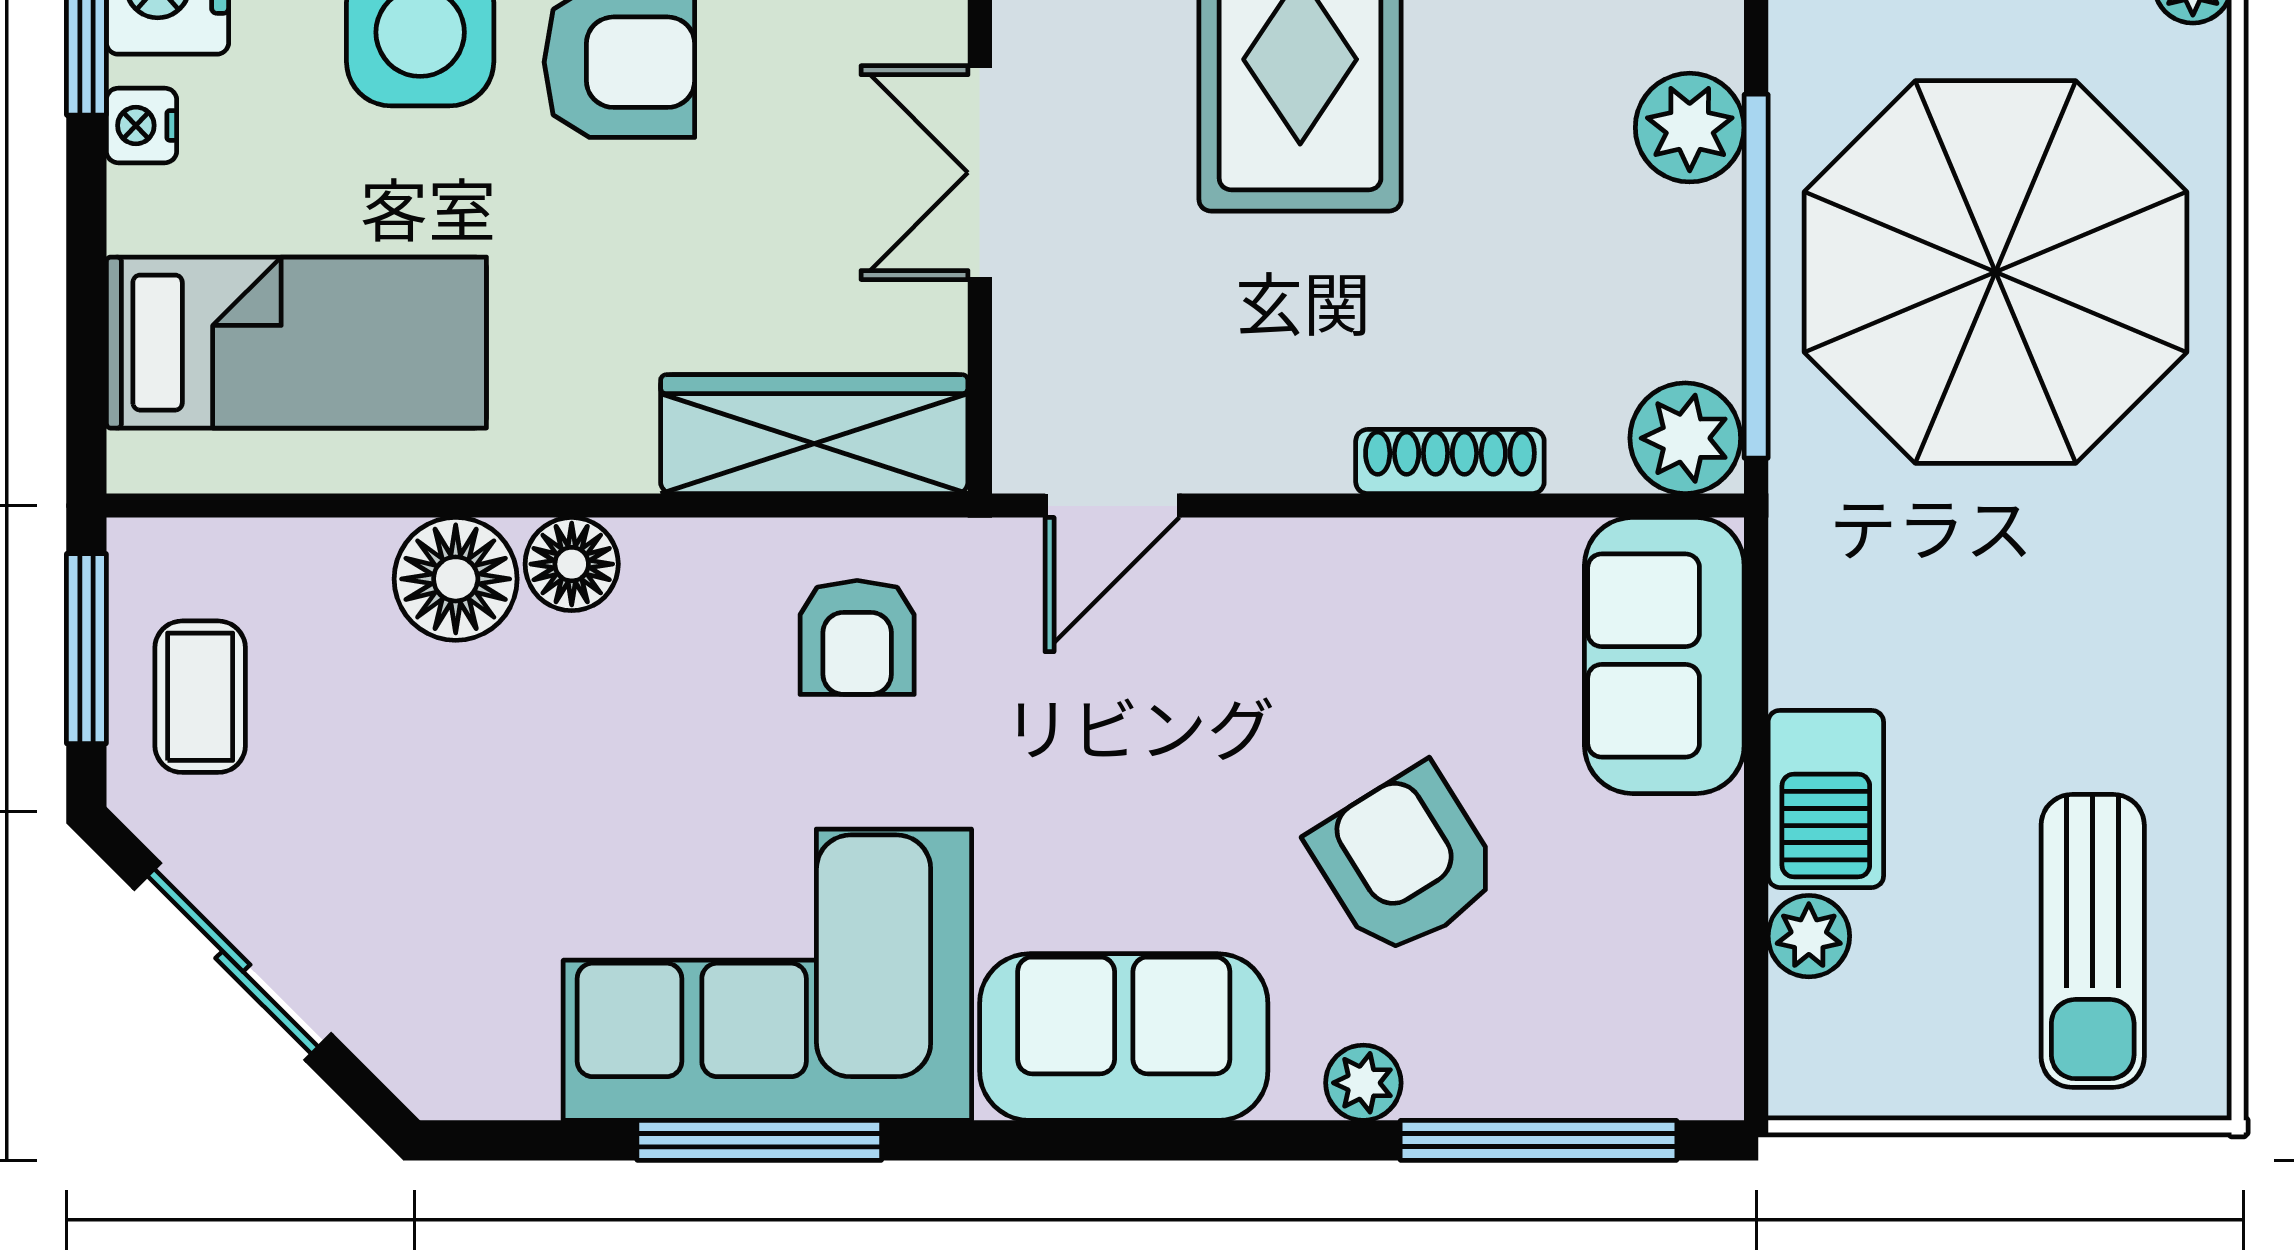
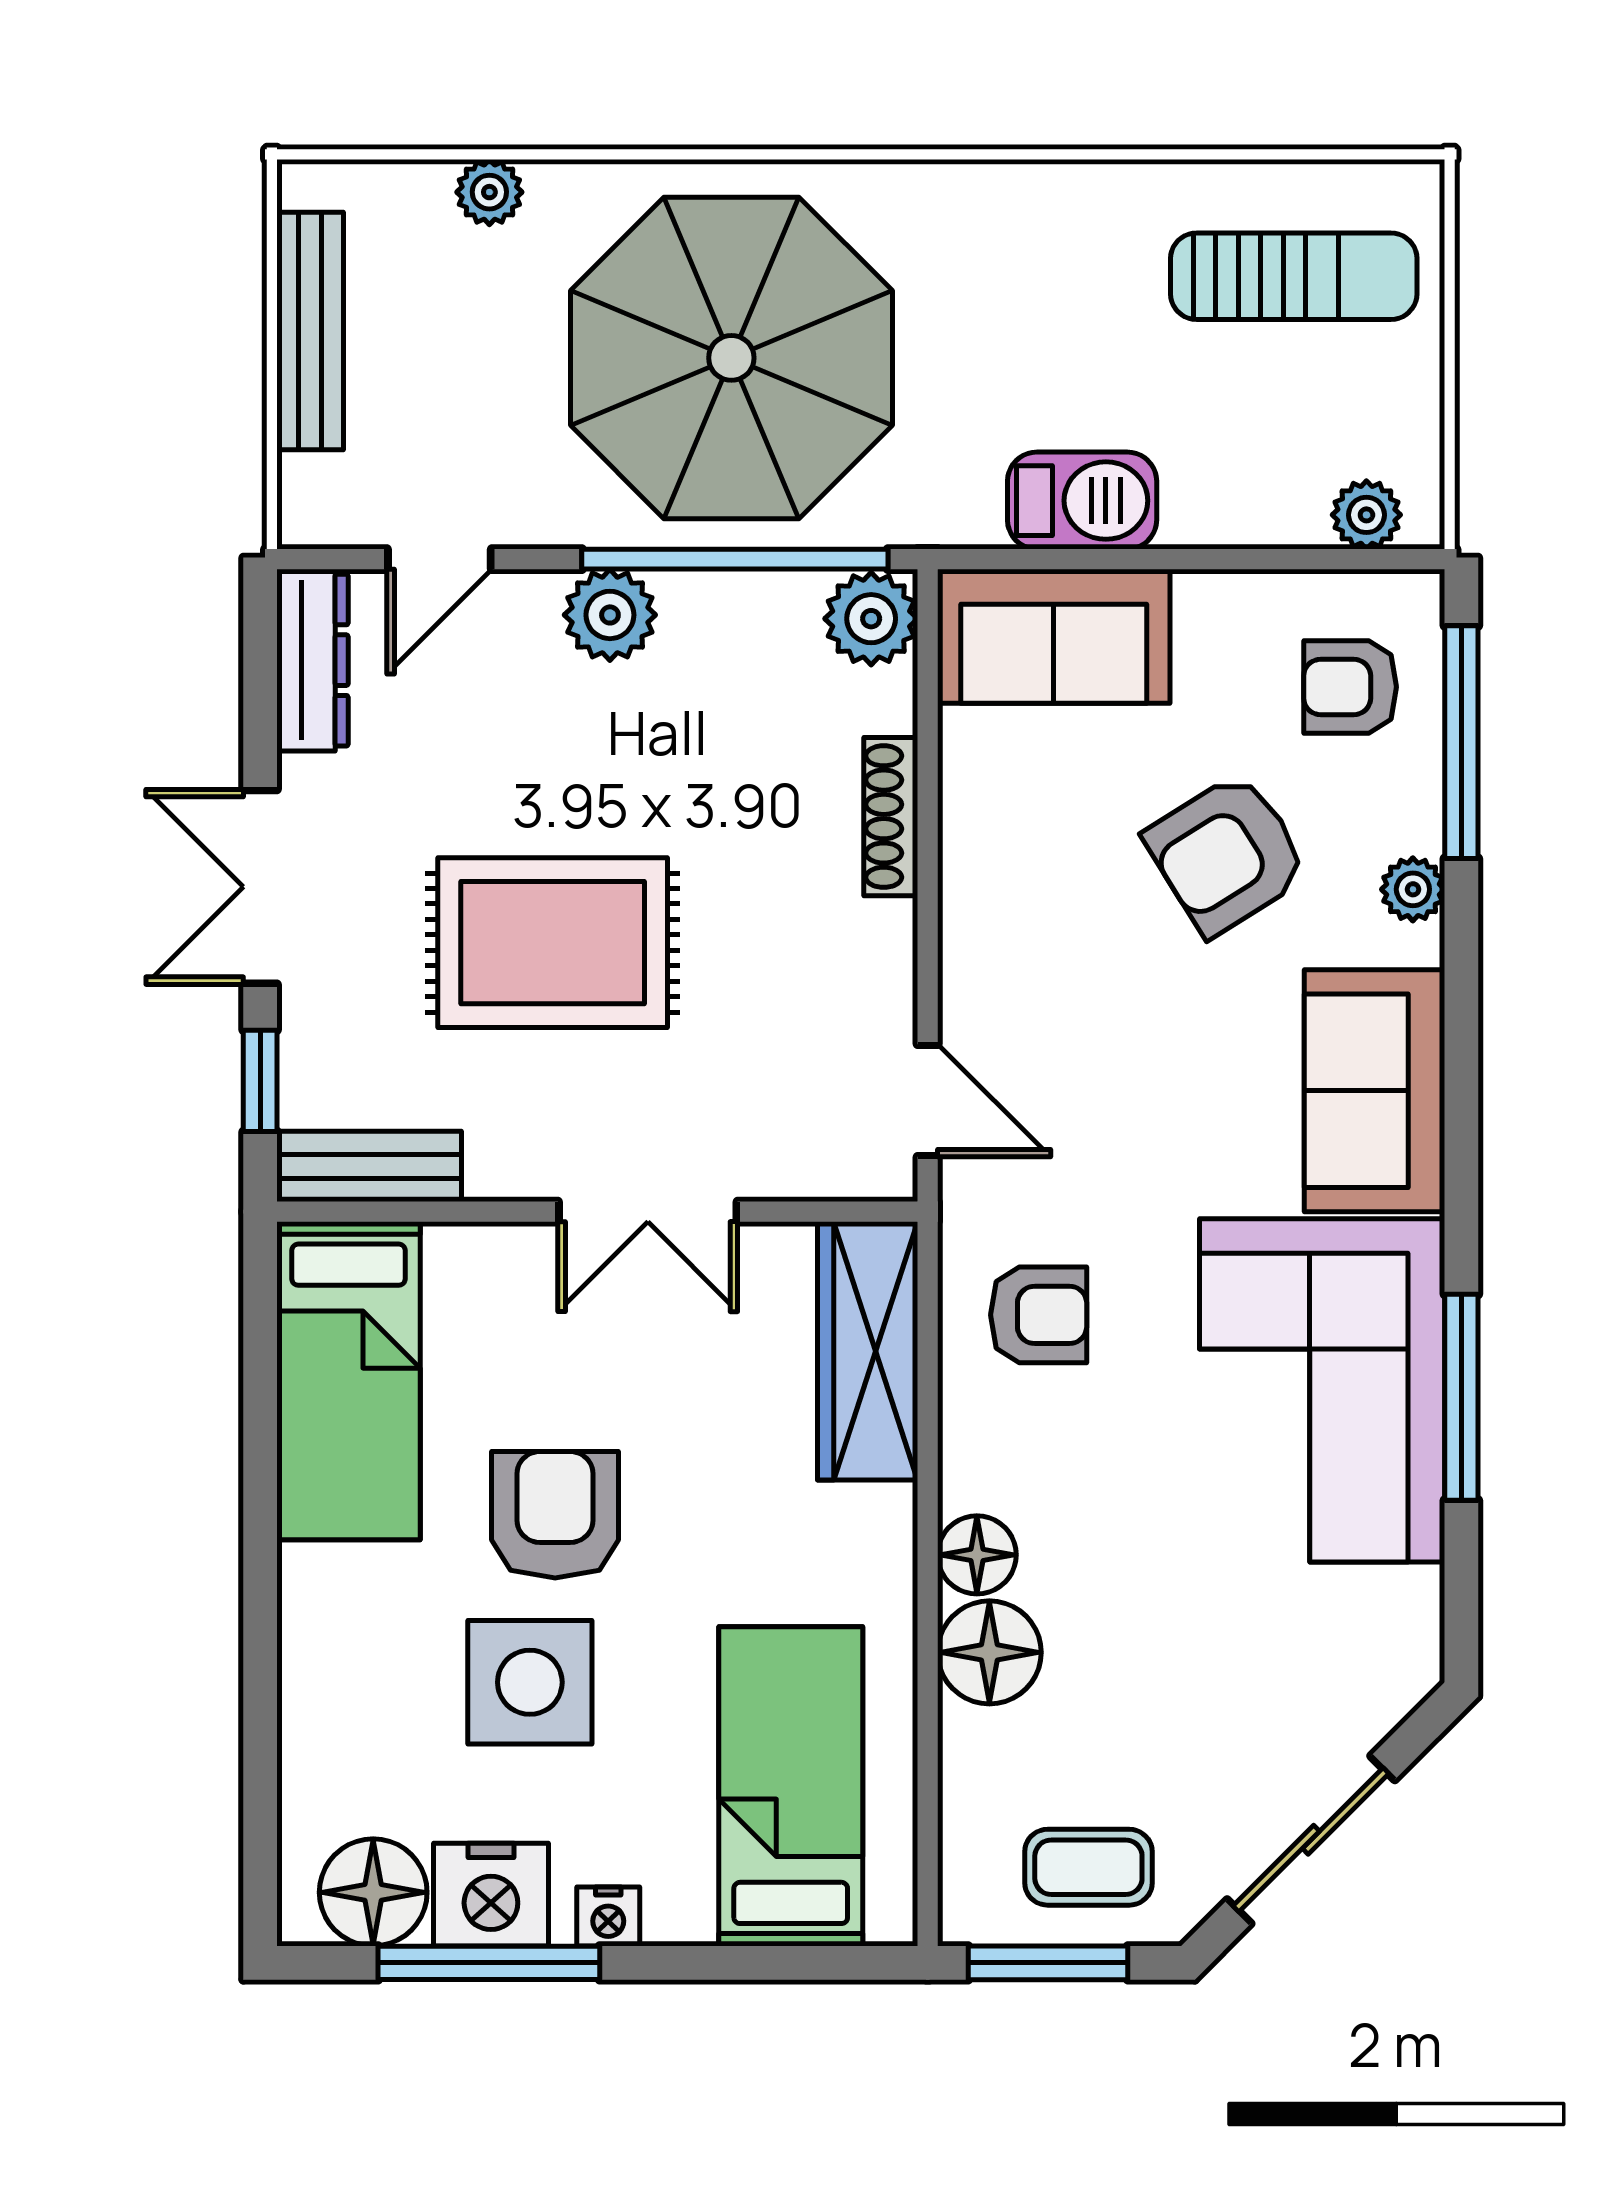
barbecue: (1826, 799) -> (1082, 501), moved
plant: (1809, 936) -> (1366, 515), moved
armchair: (1604, 1008) -> (1350, 687), added

